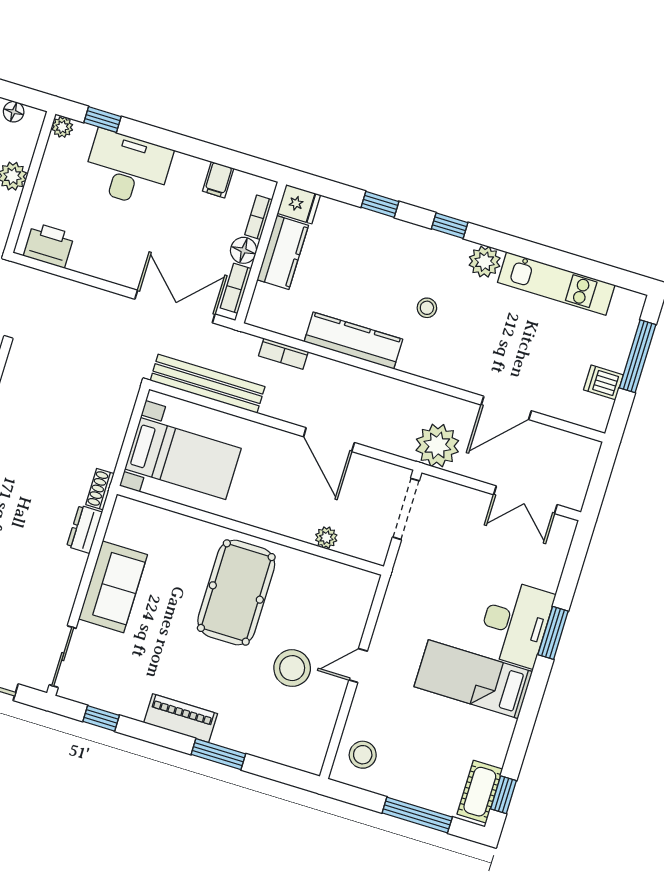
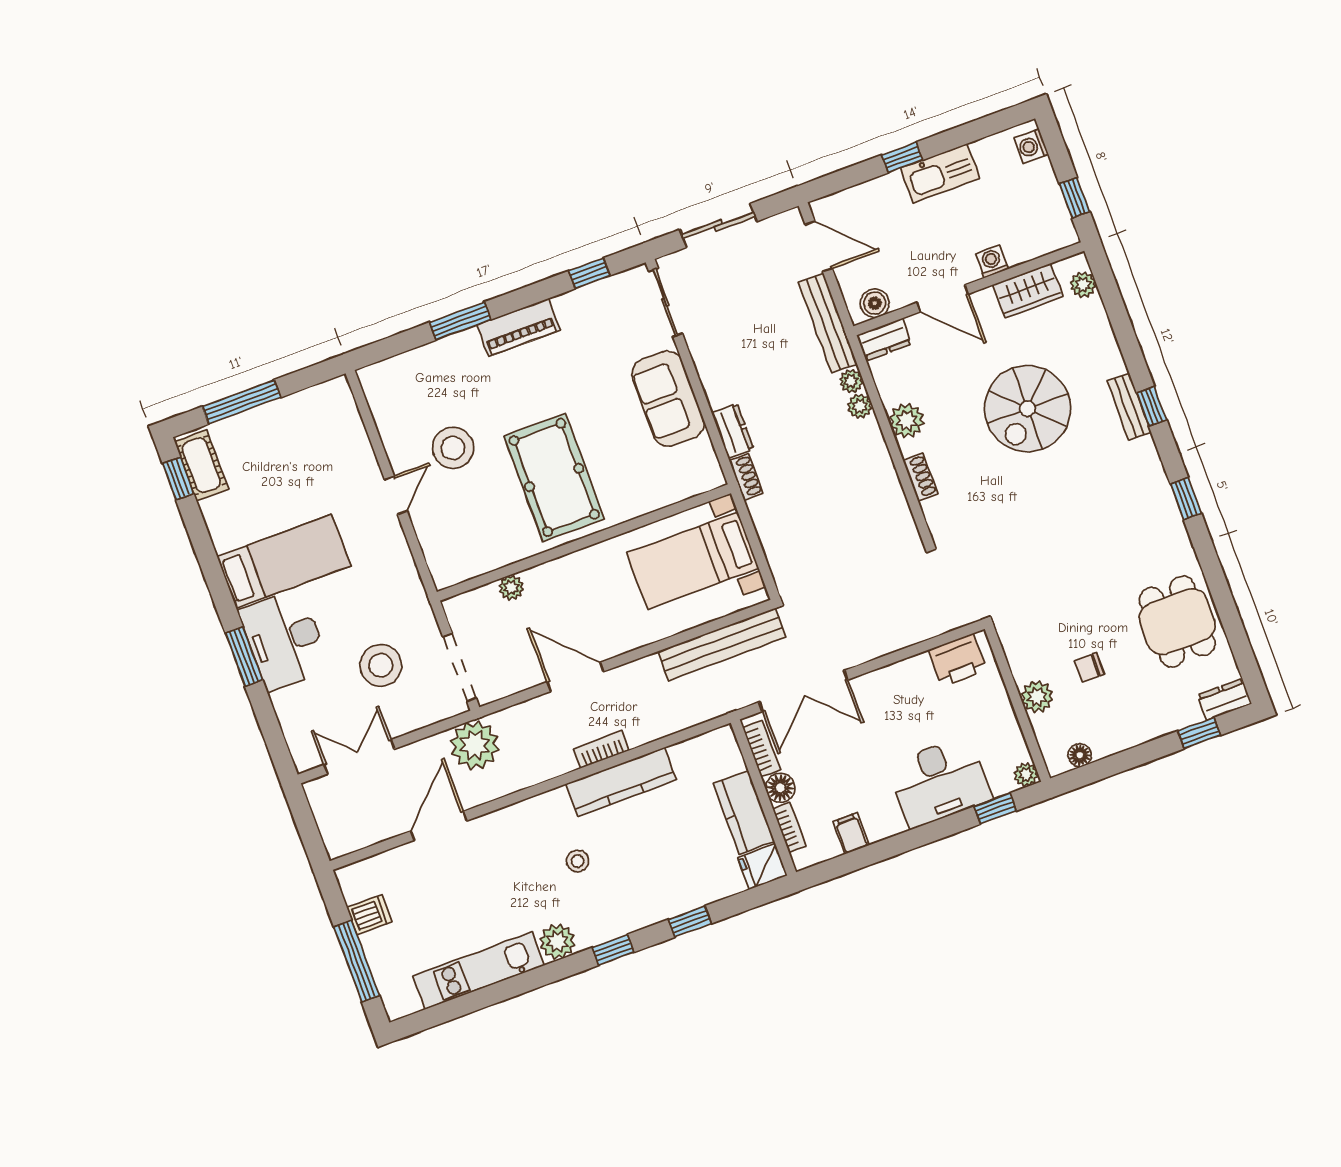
bookcase: (283, 354) -> (601, 750), moved
stool: (363, 755) -> (381, 665), moved, width x1.38, depth x1.38

